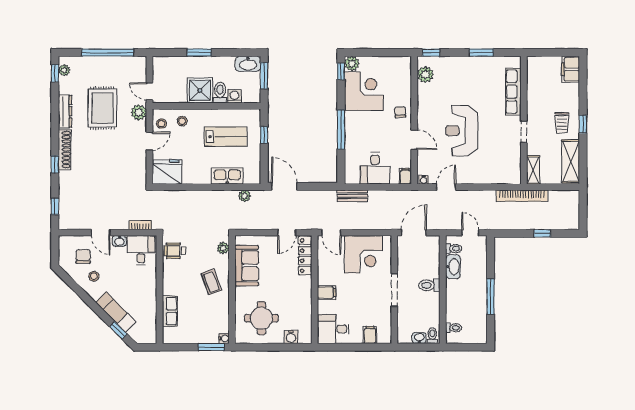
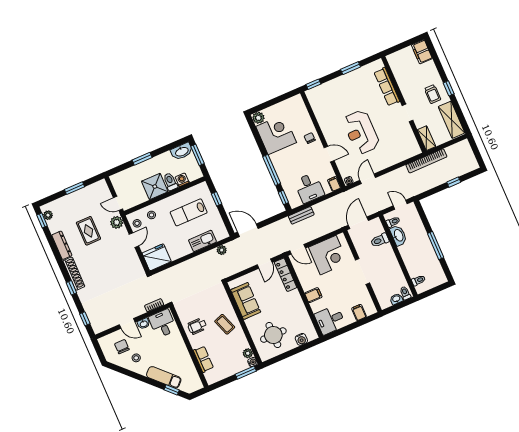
window: (108, 53) -> (75, 188), width x0.47
window: (341, 71) -> (283, 197), moved
plant: (425, 74) -> (316, 102), removed
rug: (102, 108) -> (88, 231), width x0.73, depth x0.70
lab bench: (226, 137) -> (189, 212), turned 180
plant: (223, 248) -> (248, 353), moved
wheelchair: (175, 251) -> (197, 326), moved
toilet: (429, 285) -> (380, 240), moved

